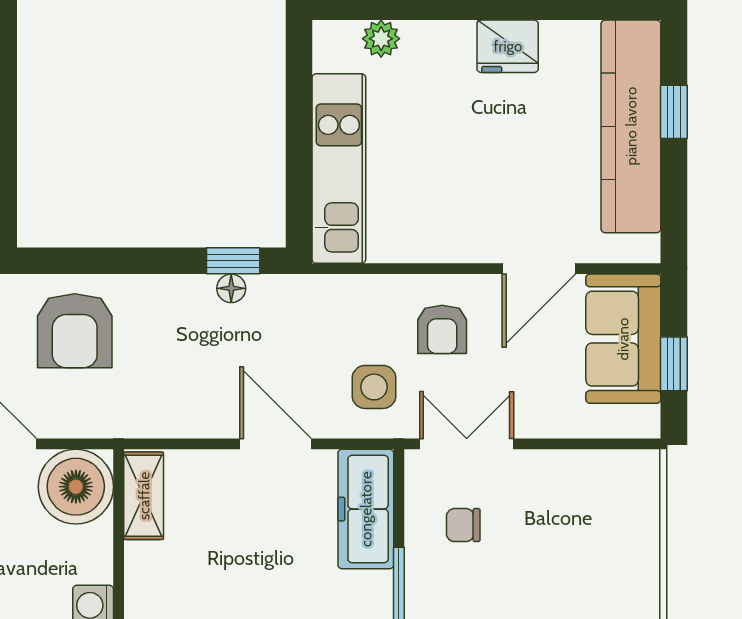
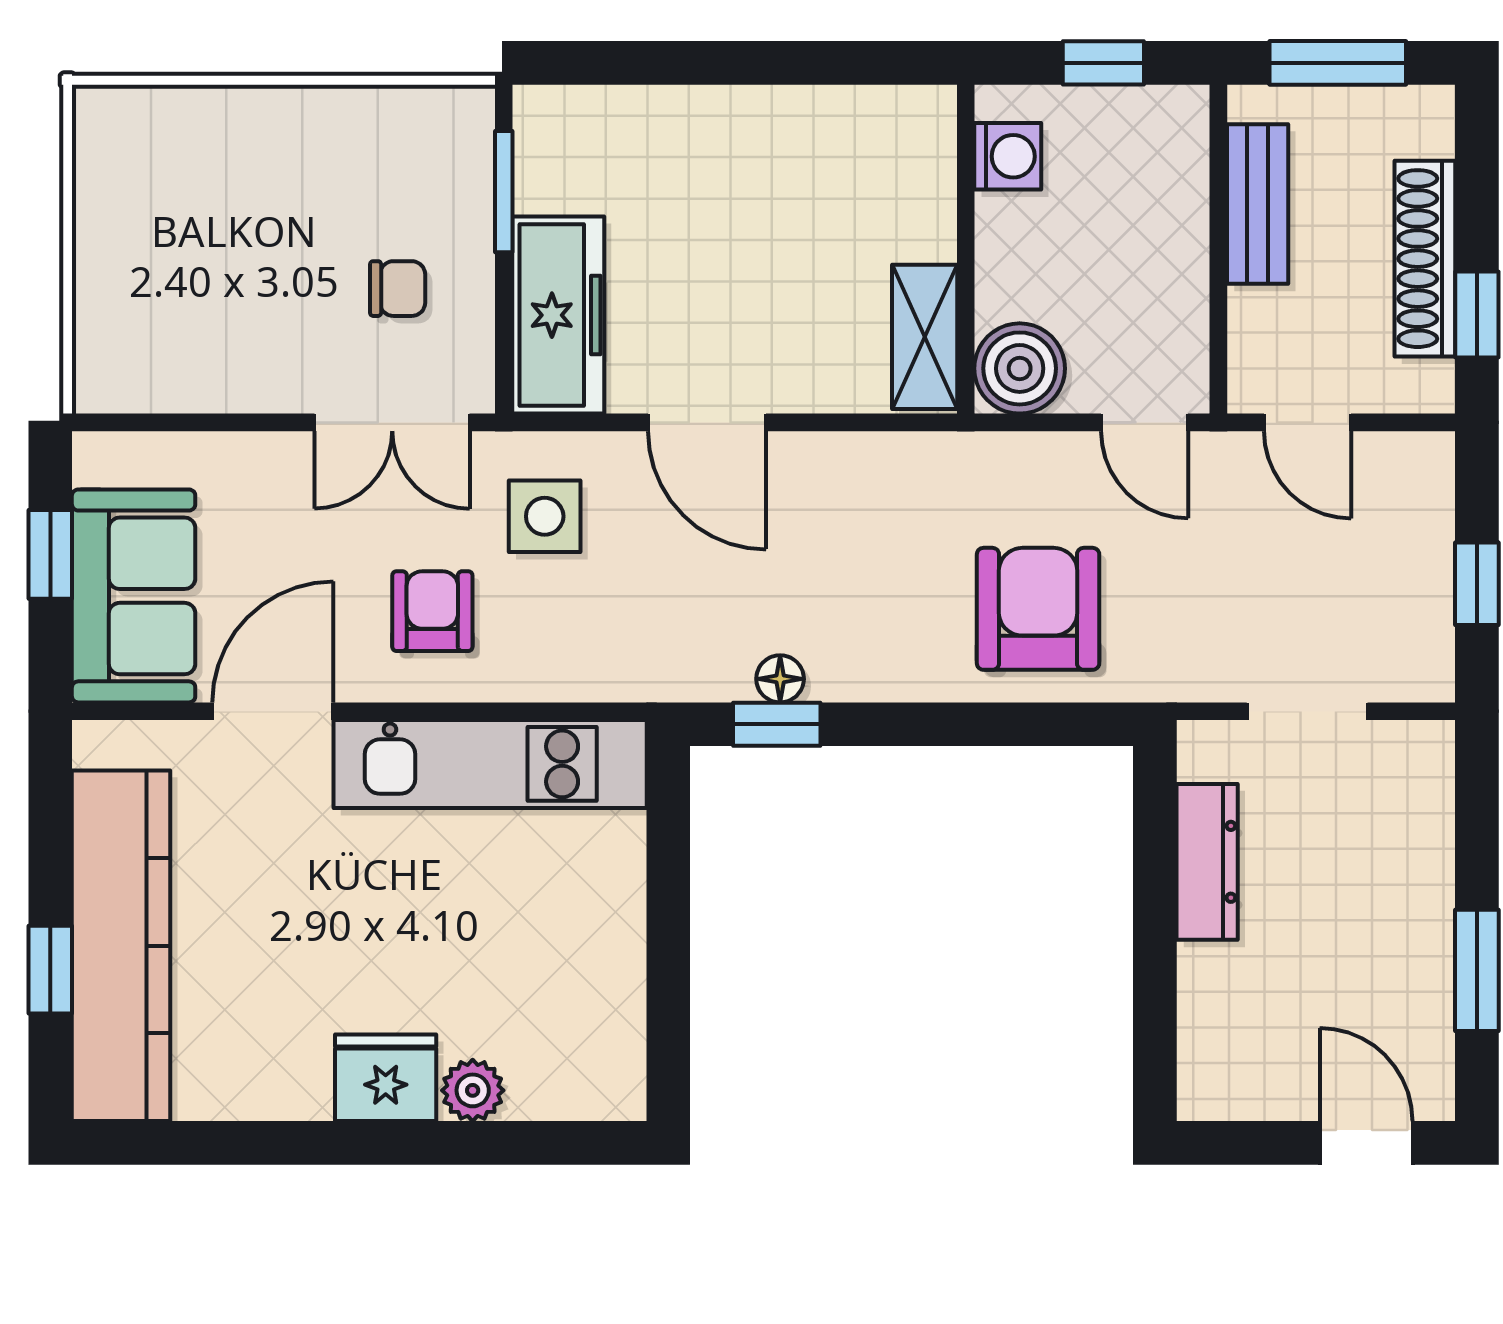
plant: (381, 39) -> (473, 1090), moved
fridge: (508, 46) -> (386, 1078), moved
kitchen unit: (339, 169) -> (490, 764), moved, turned -90
boiler: (76, 487) -> (1020, 368), width x0.73, depth x0.73

